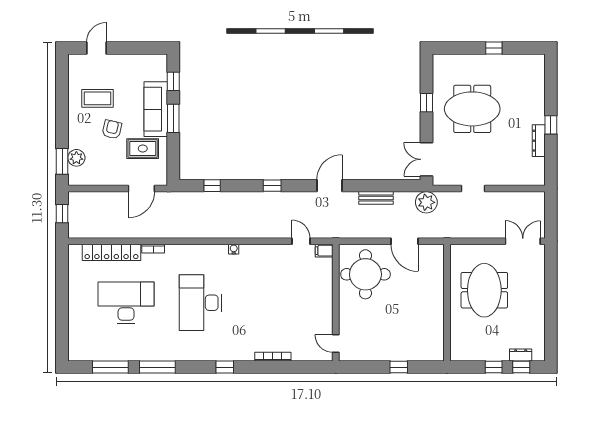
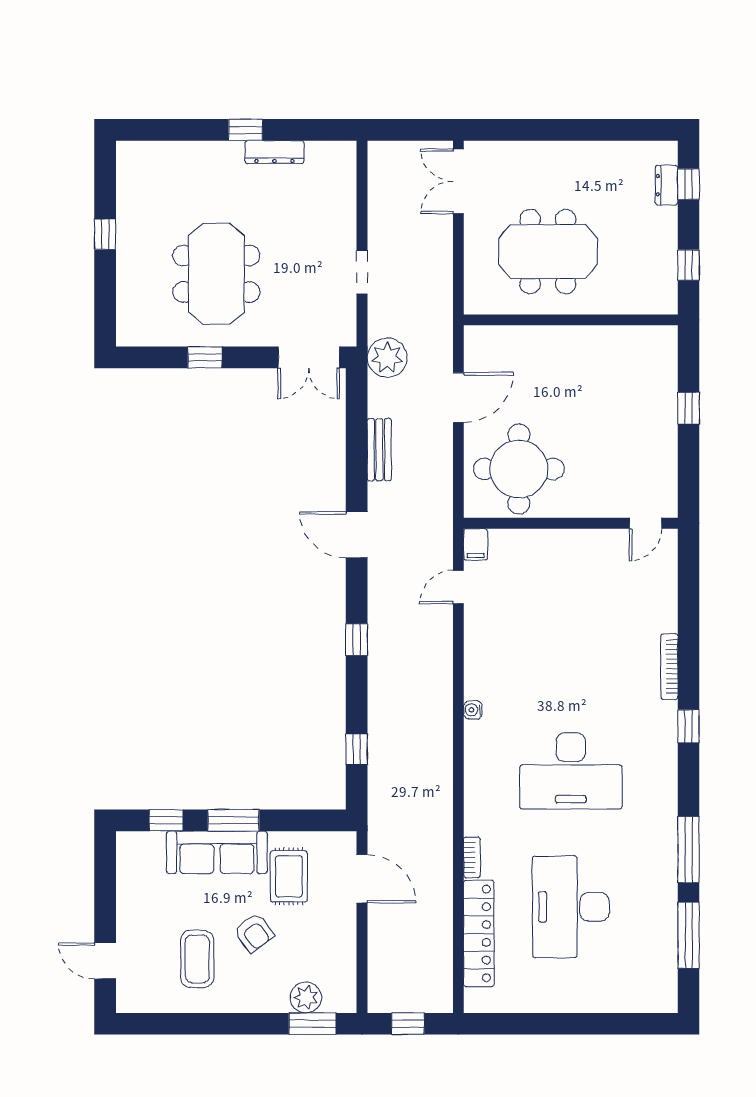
armchair: (112, 129) -> (254, 933), turned -140
bookcase: (273, 357) -> (669, 667), moved
window: (494, 367) -> (689, 265), moved

